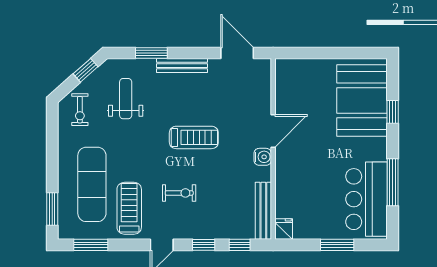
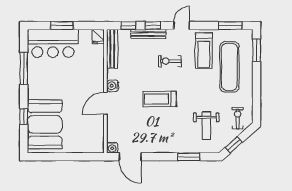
bench: (182, 66) -> (148, 34), moved
water cooler: (263, 66) -> (112, 148), added
bar counter: (367, 199) -> (53, 43), moved, turned 90

